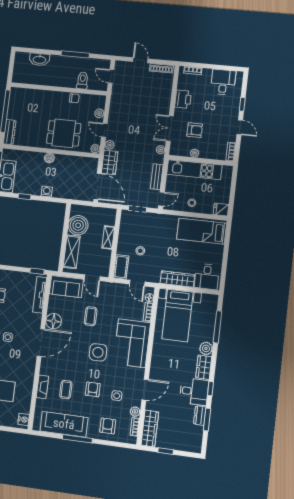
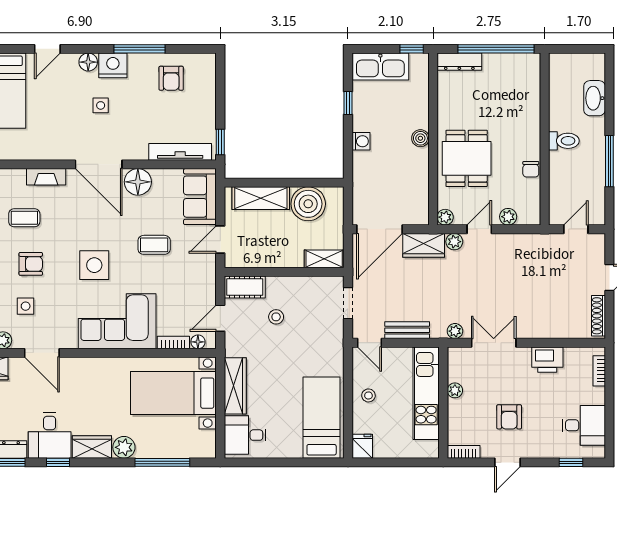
toilet: (83, 81) -> (564, 141), moved
window: (242, 104) -> (571, 462), moved
armchair: (195, 130) -> (509, 417), moved
shelving: (108, 237) -> (324, 259), moved
fireplace: (42, 387) -> (46, 177), moved

